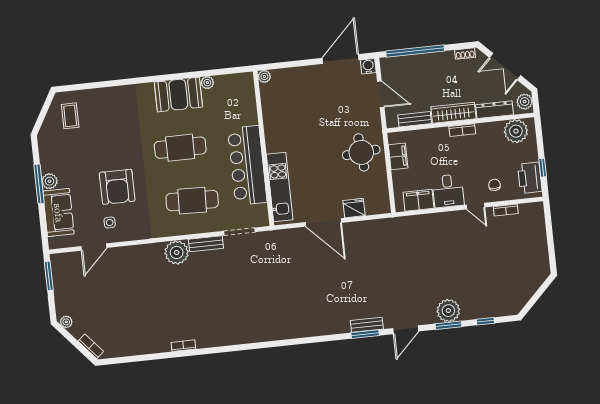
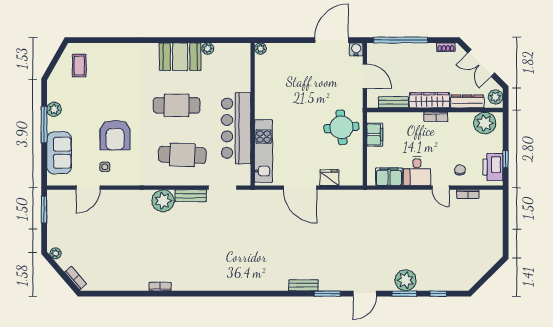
plant: (50, 181) -> (54, 109), moved
bench: (367, 325) -> (303, 285), moved

